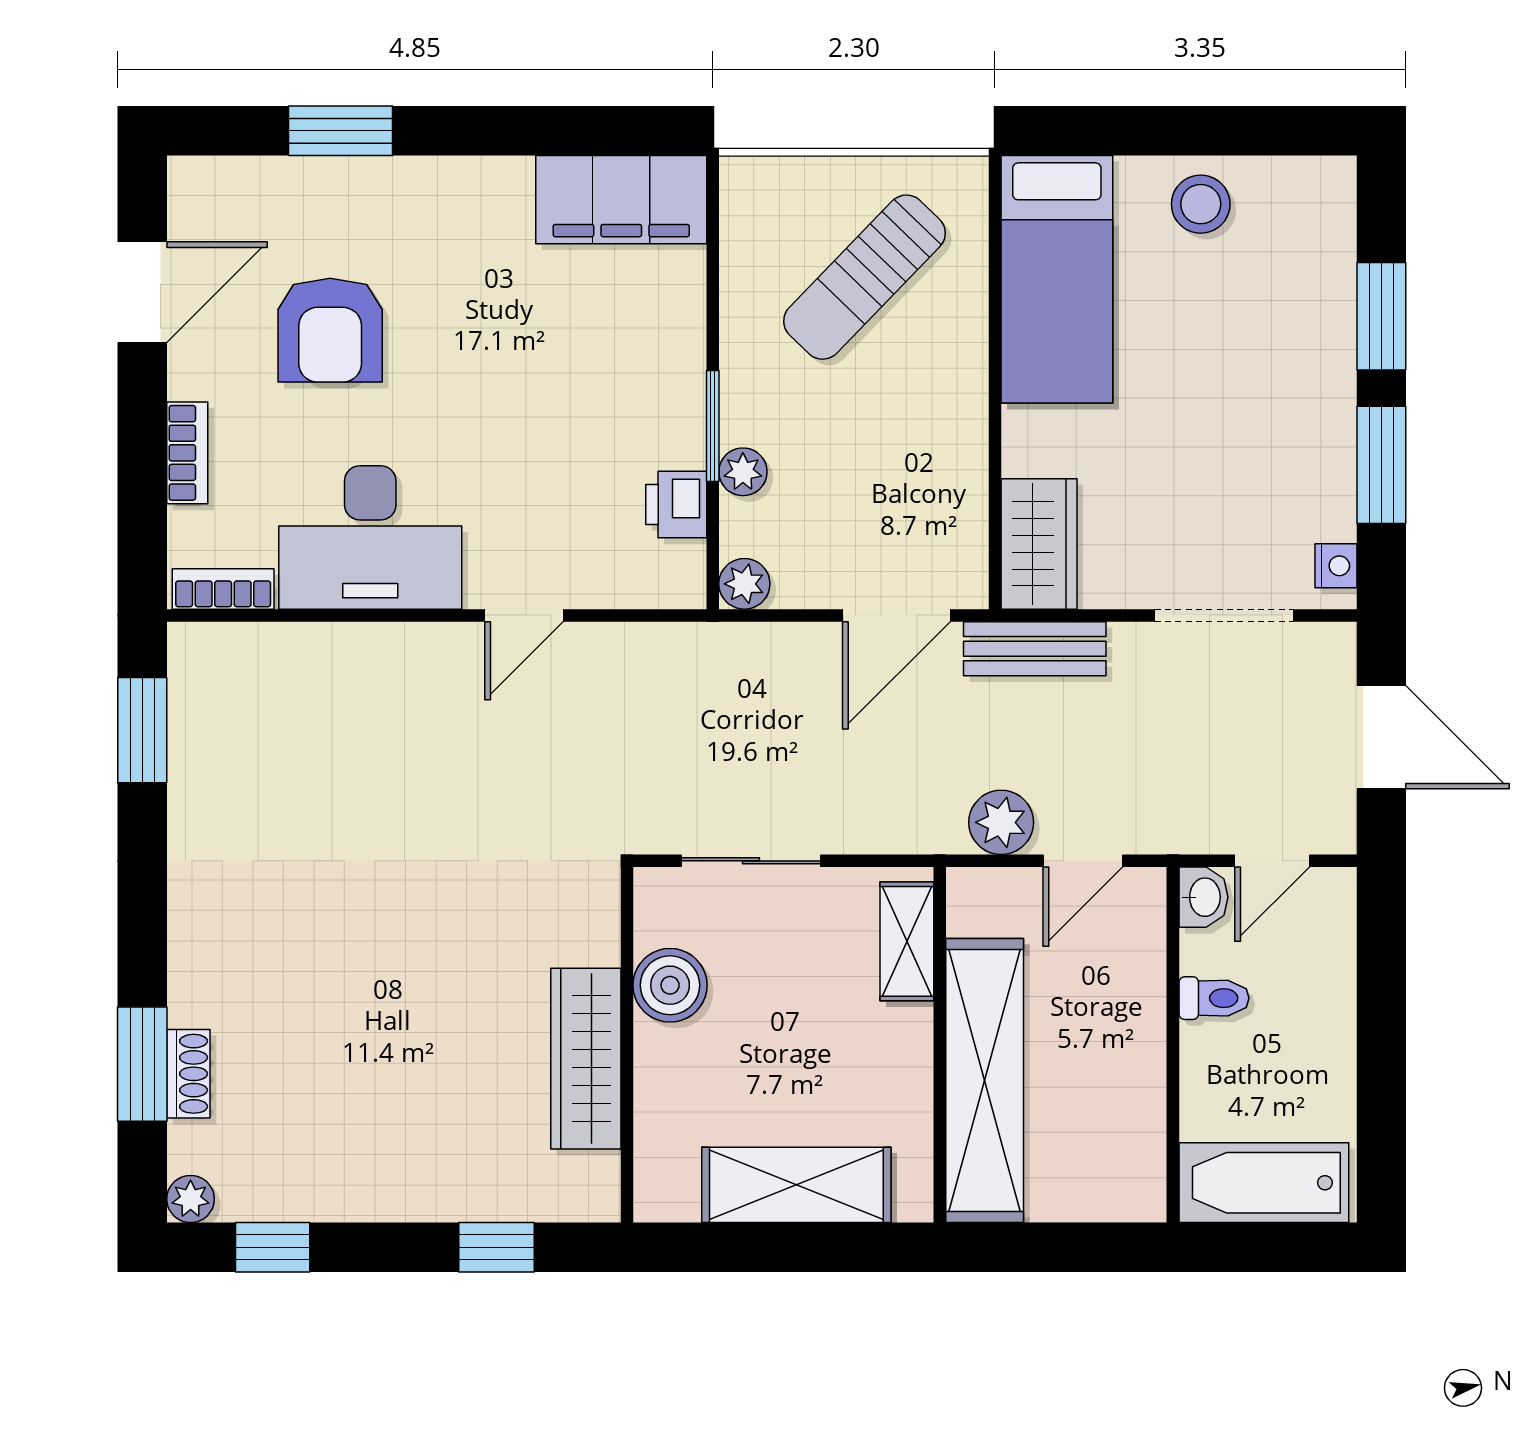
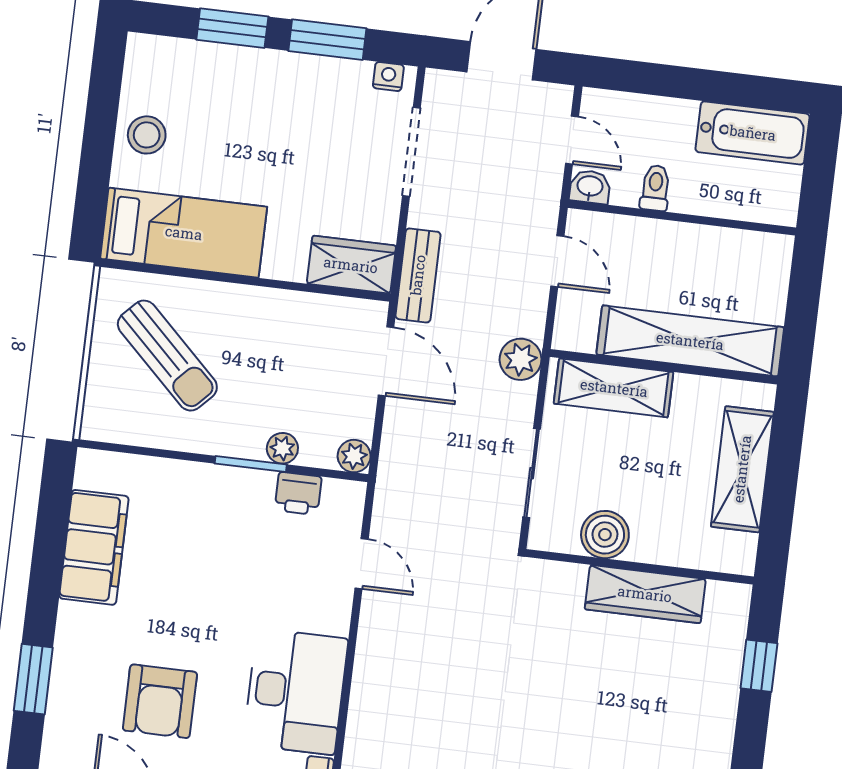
filing cabinet: (621, 200) -> (94, 547), moved
armchair: (330, 330) -> (160, 701), turned 90
door: (524, 615) -> (362, 564), moved
plant: (1001, 822) -> (521, 359), moved
shelving: (907, 941) -> (614, 388), width x1.50, depth x1.33
bathtub: (1264, 1183) -> (753, 133), moved, turned -90

